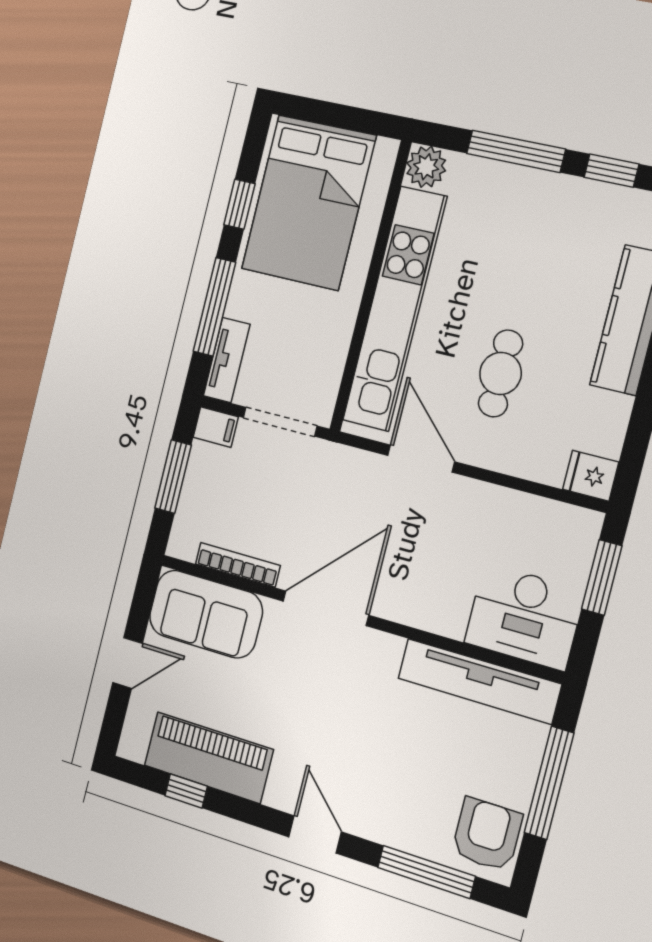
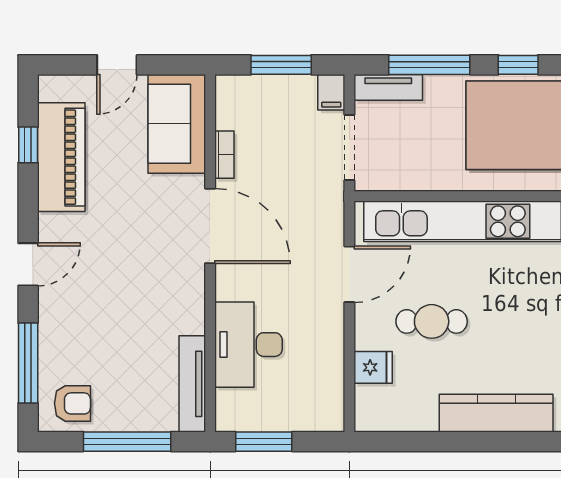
fridge: (591, 476) -> (373, 367), moved, turned 90
bookcase: (238, 565) -> (224, 155), width x0.64
window: (602, 578) -> (264, 442), moved
desk: (524, 617) -> (248, 345), moved
door: (128, 663) -> (117, 65), hinge flipped
tv unit: (479, 681) -> (192, 384), width x0.73, depth x0.78
armchair: (487, 834) -> (72, 403), width x0.72, depth x0.72

